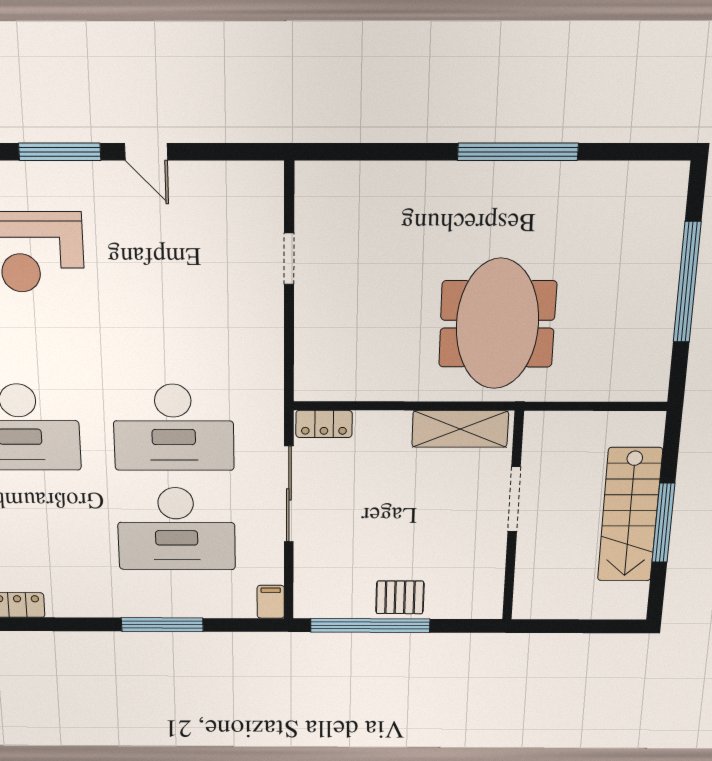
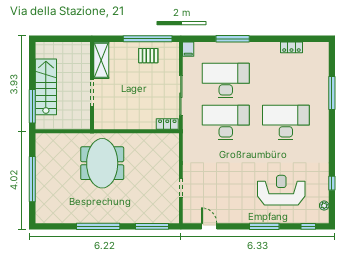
door: (146, 152) -> (209, 226), moved
window: (369, 152) -> (152, 226), added
shelving: (460, 429) -> (101, 60), moved, turned 90
window: (663, 523) -> (32, 106), moved
pallet: (400, 597) -> (148, 56), moved

